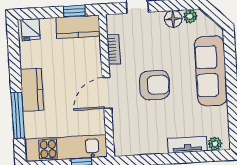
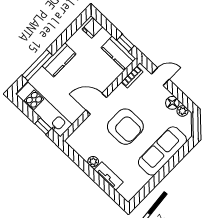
bookcase: (114, 49) -> (132, 77), moved
armchair: (155, 85) -> (125, 127), width x1.36, depth x1.36
plant: (215, 144) -> (93, 162), moved

